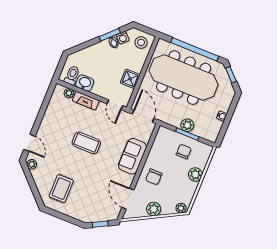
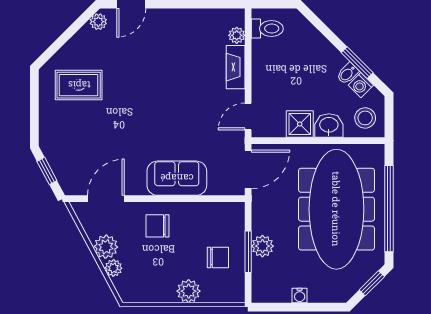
washbasin: (85, 83) -> (329, 125), moved, turned -90
coffee table: (86, 143) -> (168, 95), removed
plant: (181, 208) -> (113, 268), moved

